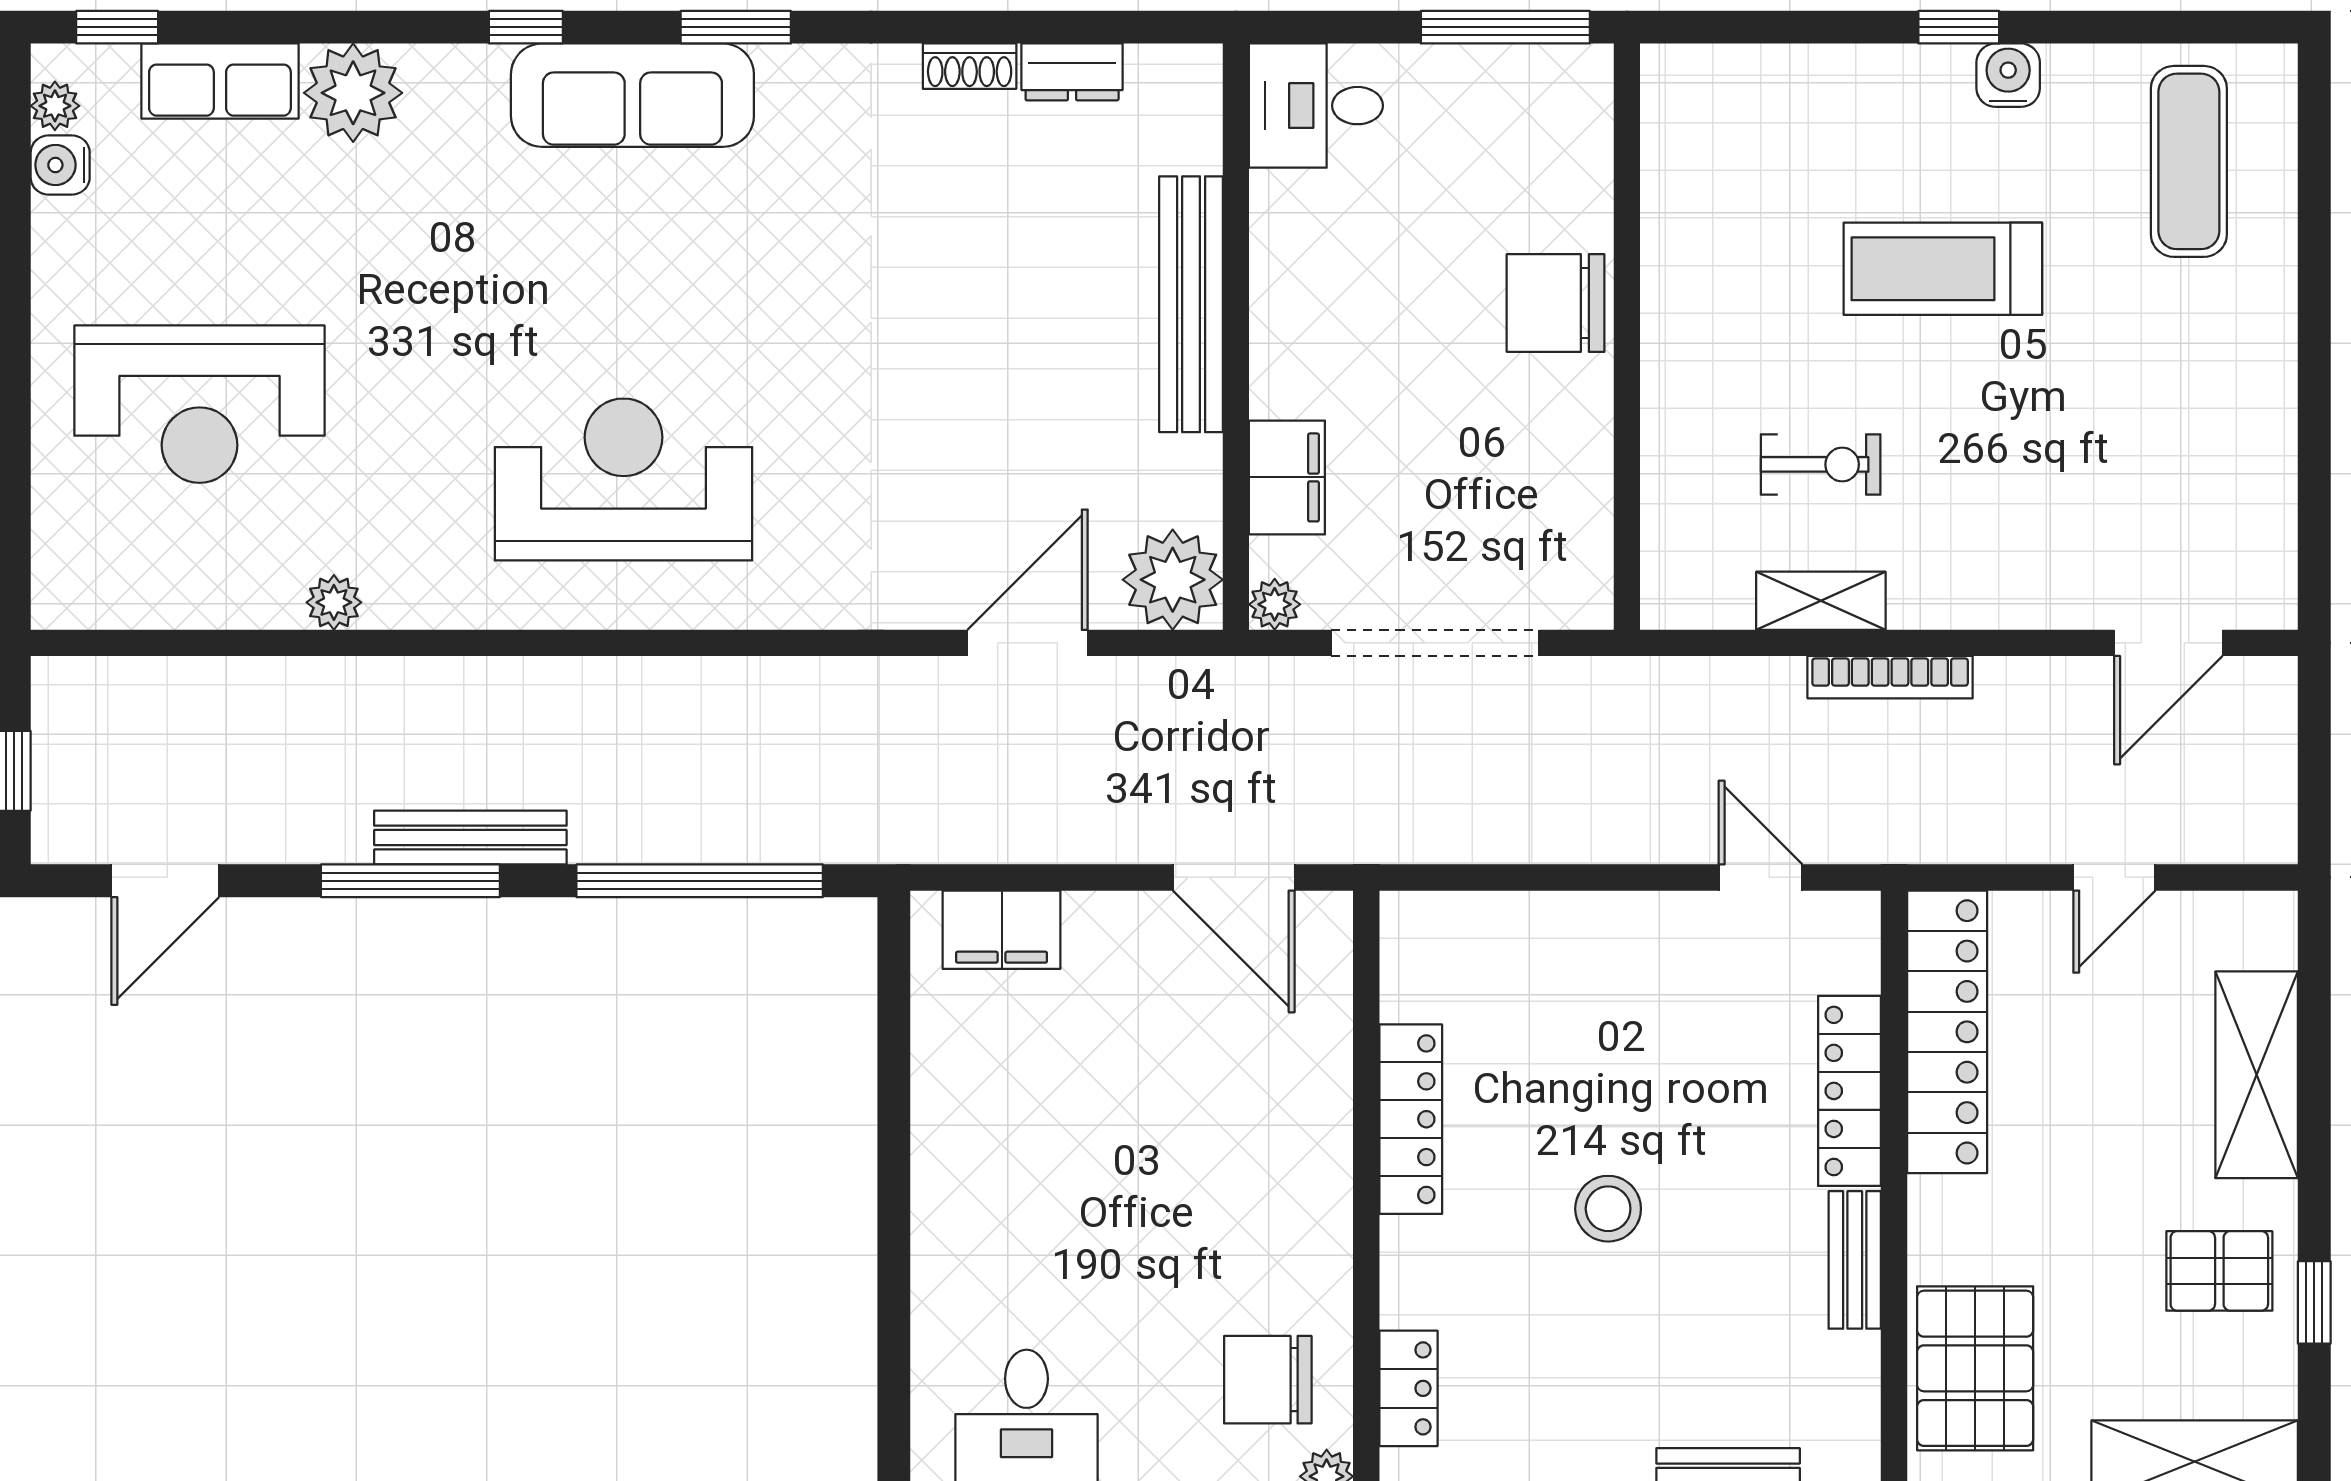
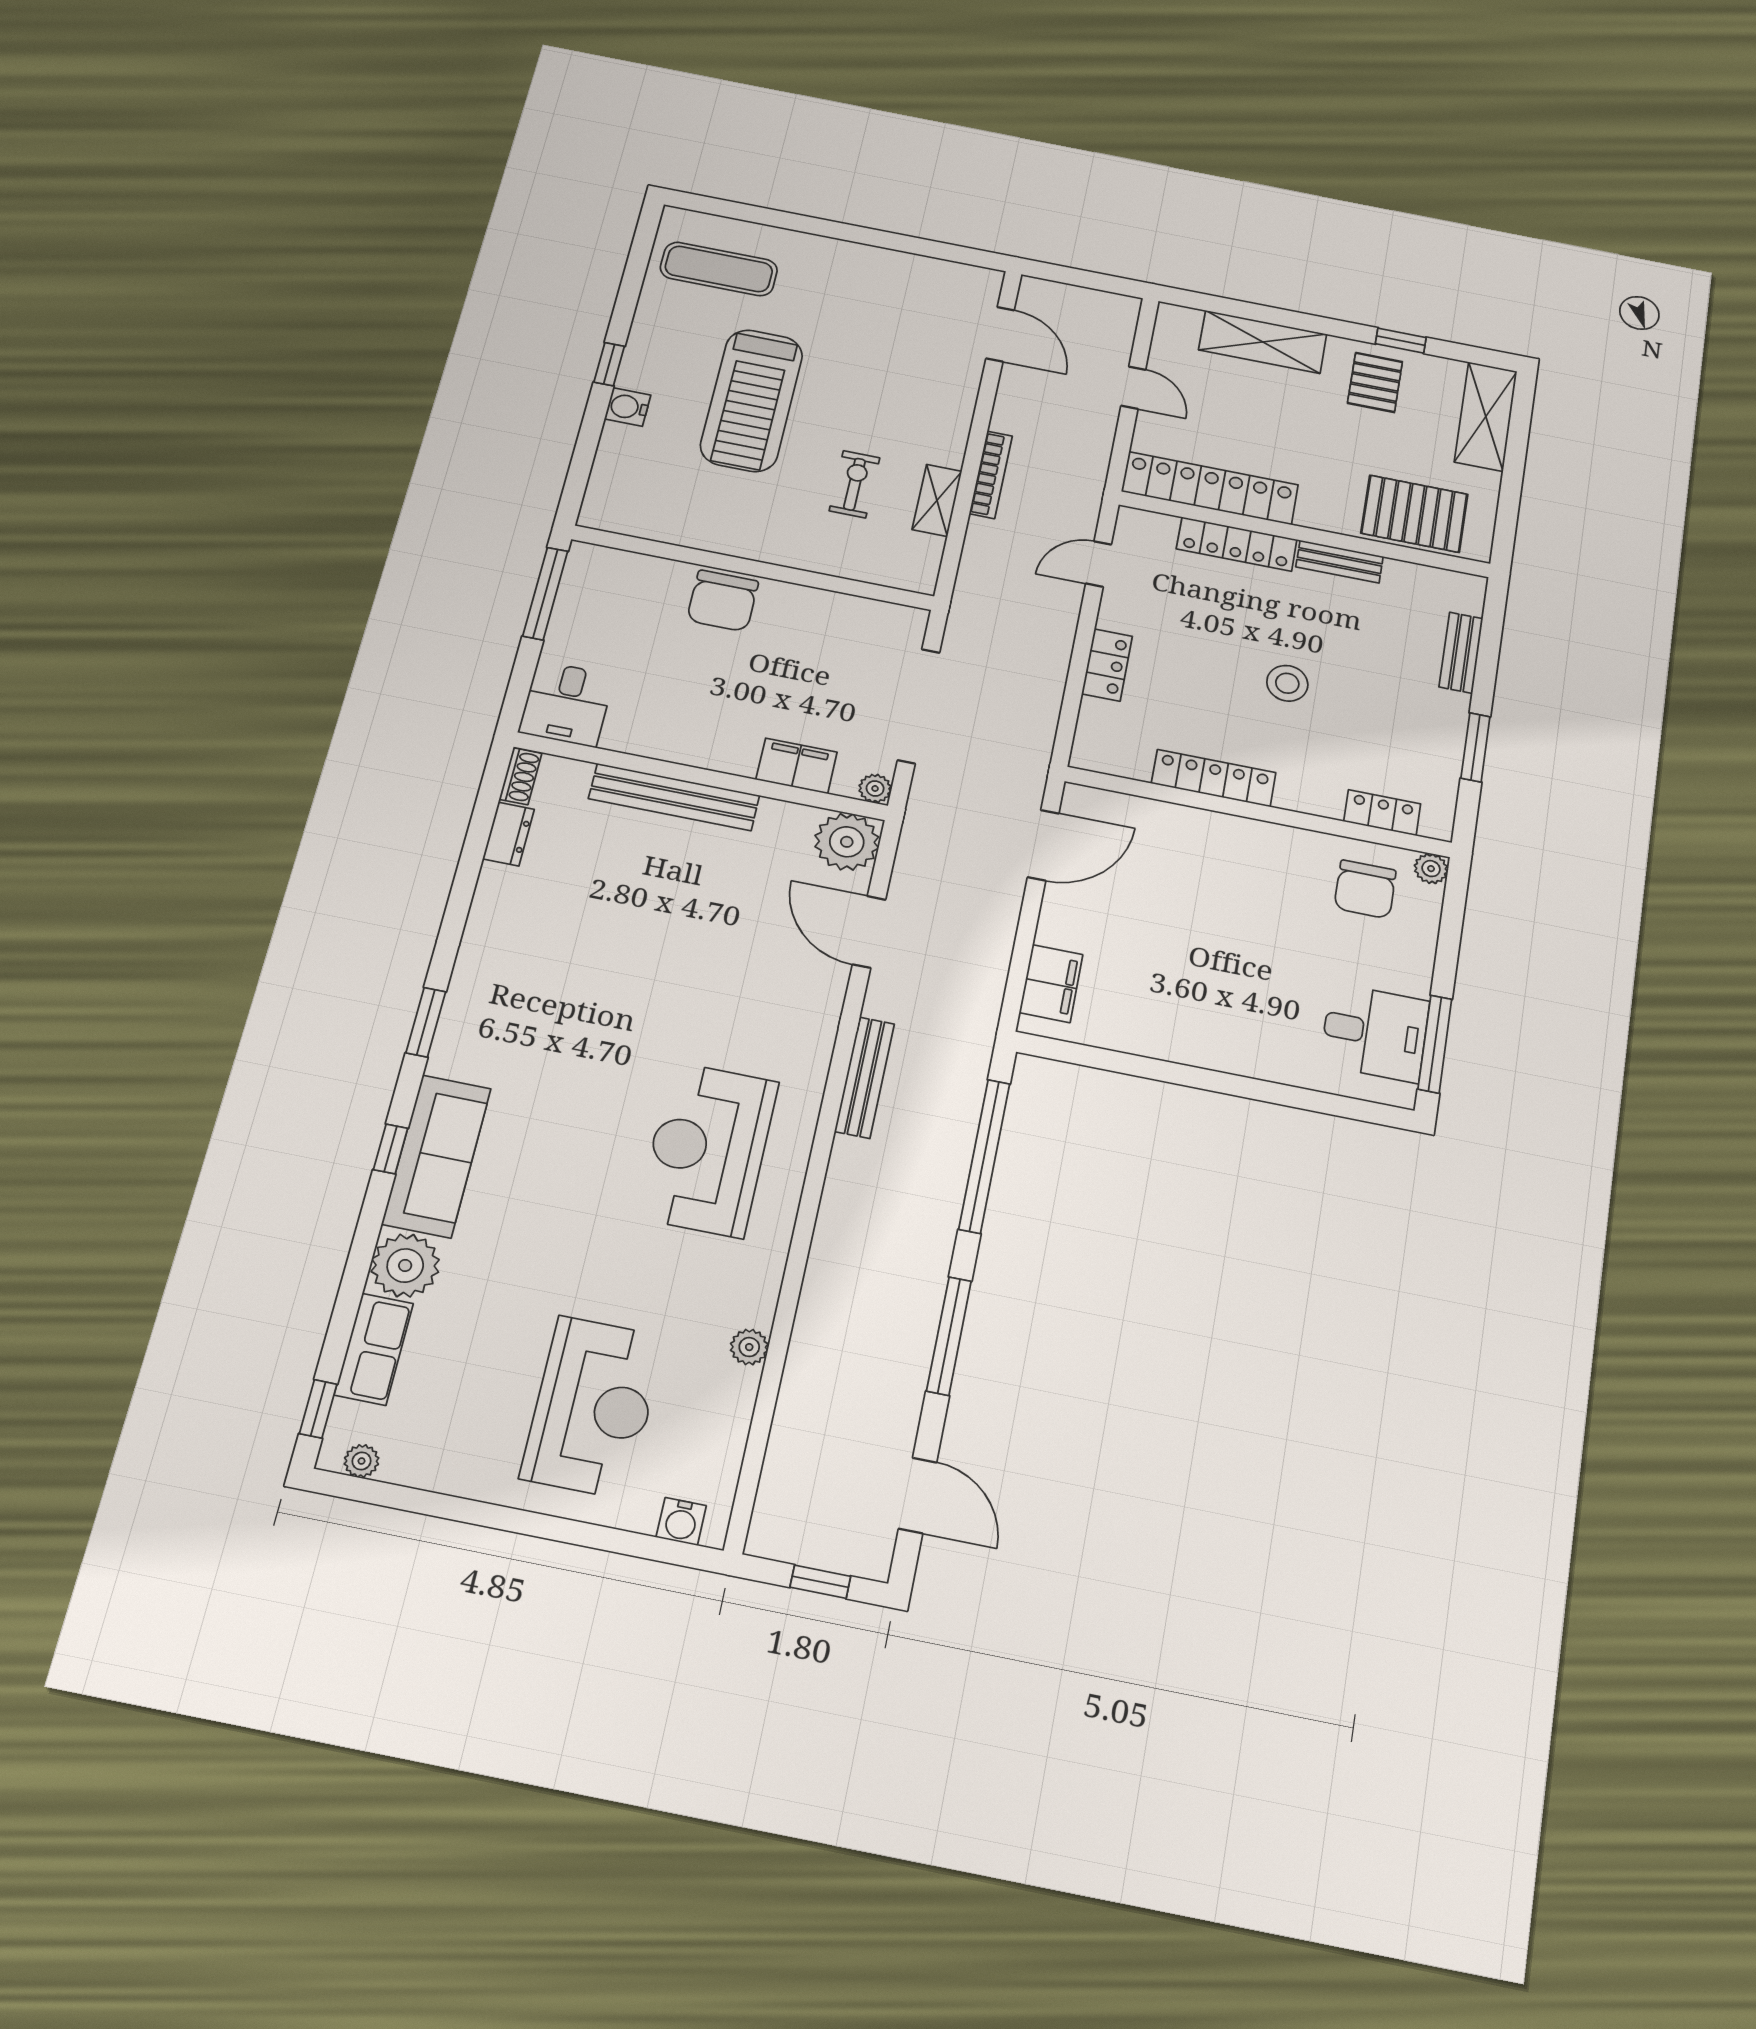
shoe rack: (970, 66) -> (520, 776), moved
water cooler: (2008, 75) -> (628, 407), moved
sofa: (632, 95) -> (437, 1156), moved
water cooler: (60, 165) -> (681, 1521), moved
treadmill: (1943, 269) -> (752, 400), width x1.37, depth x1.38
bench: (470, 838) -> (865, 1077), moved
locker: (1577, 922) -> (1107, 665), added

